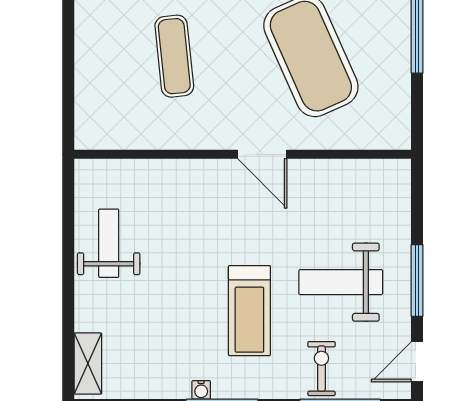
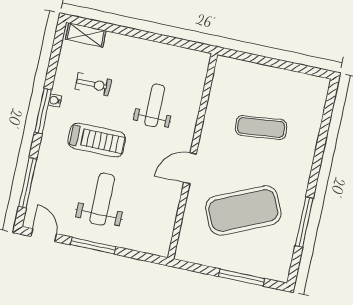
weight bench: (109, 243) -> (155, 105), moved, turned -90
treadmill: (249, 311) -> (97, 140), turned 180
exercise bike: (321, 369) -> (93, 84), moved

